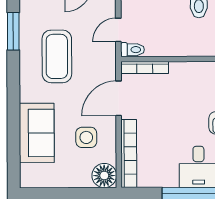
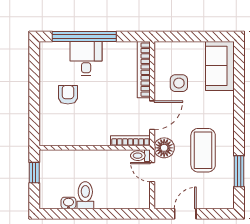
door: (118, 30) -> (152, 172), swing flipped
sofa: (37, 133) -> (220, 66), moved
floor lamp: (104, 176) -> (164, 148), moved

